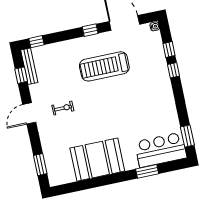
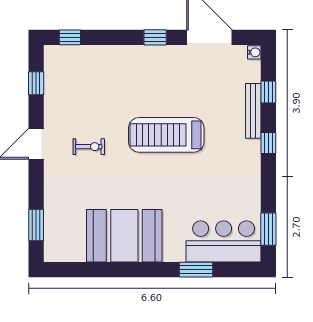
bench: (29, 66) -> (253, 111), moved
treadmill: (104, 66) -> (166, 135), moved
window: (173, 70) -> (268, 143), moved

